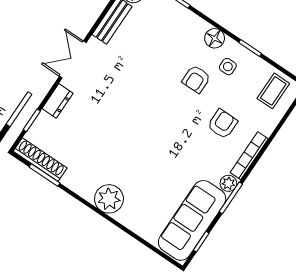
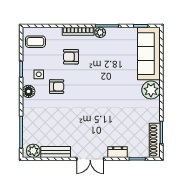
sofa: (192, 220) -> (149, 54), moved, turned 90

